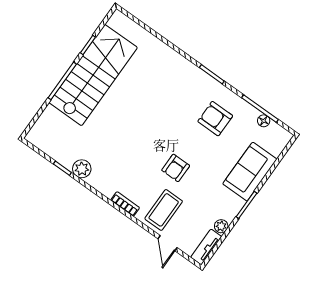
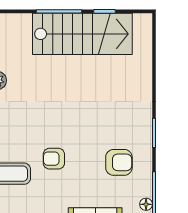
armchair: (215, 119) -> (119, 162), turned 90

